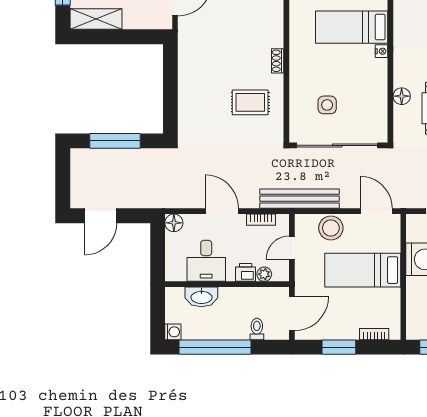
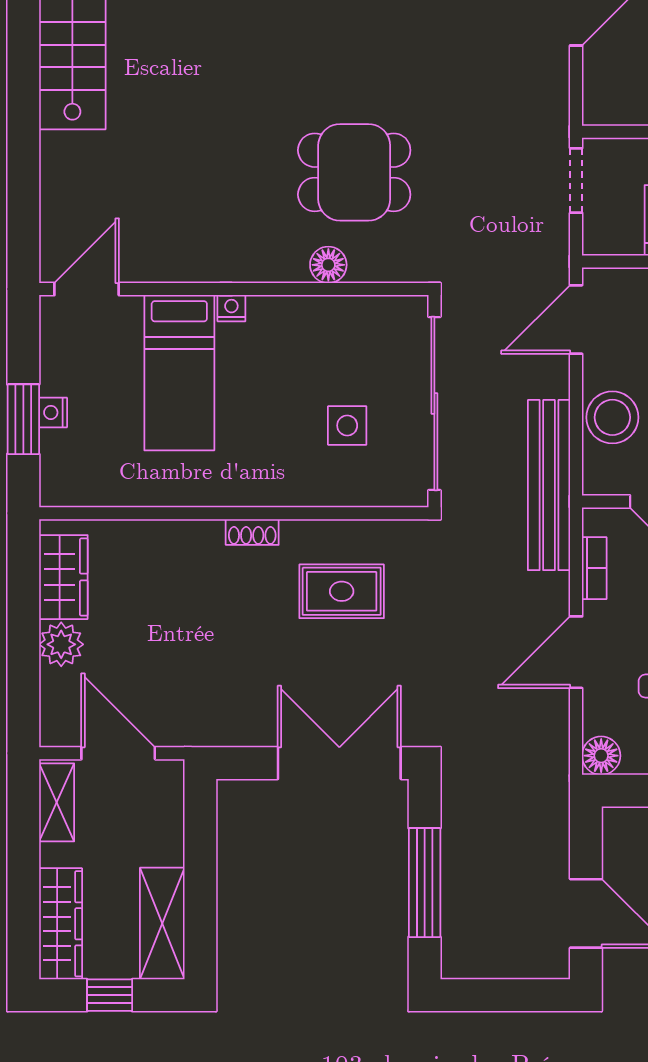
double door: (170, 101) -> (339, 763), added
rug: (250, 102) -> (342, 591), turned 90

